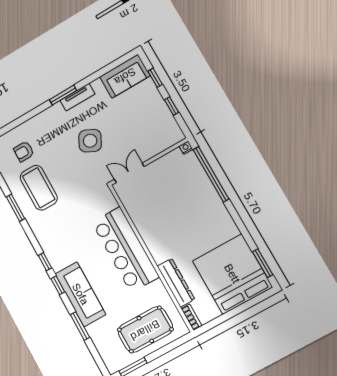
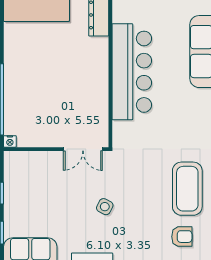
side table: (90, 141) -> (105, 207), width x0.54, depth x0.54

